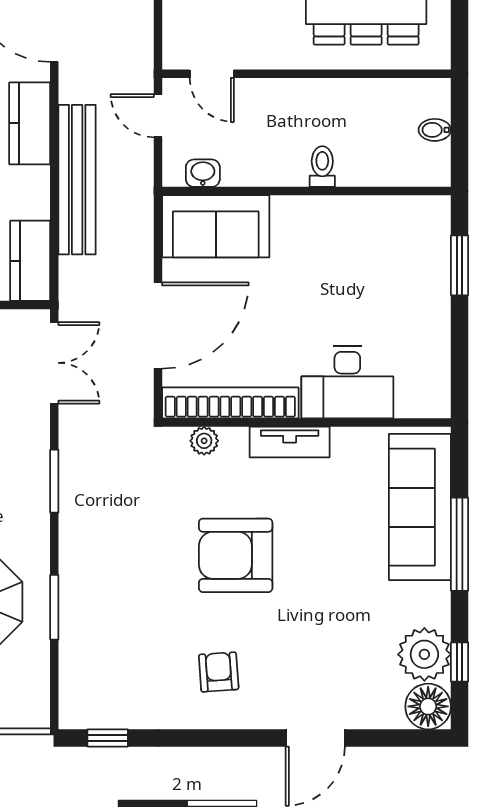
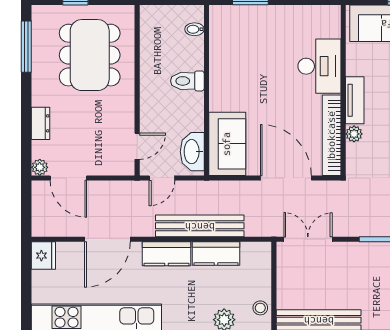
bidet: (435, 130) -> (194, 29), moved, turned 90
toilet: (322, 167) -> (187, 81), width x1.37, depth x1.39
washbasin: (203, 173) -> (192, 152), width x1.91, depth x1.45
kitchen counter: (30, 261) -> (216, 254), moved
plant: (204, 441) -> (354, 134), moved

